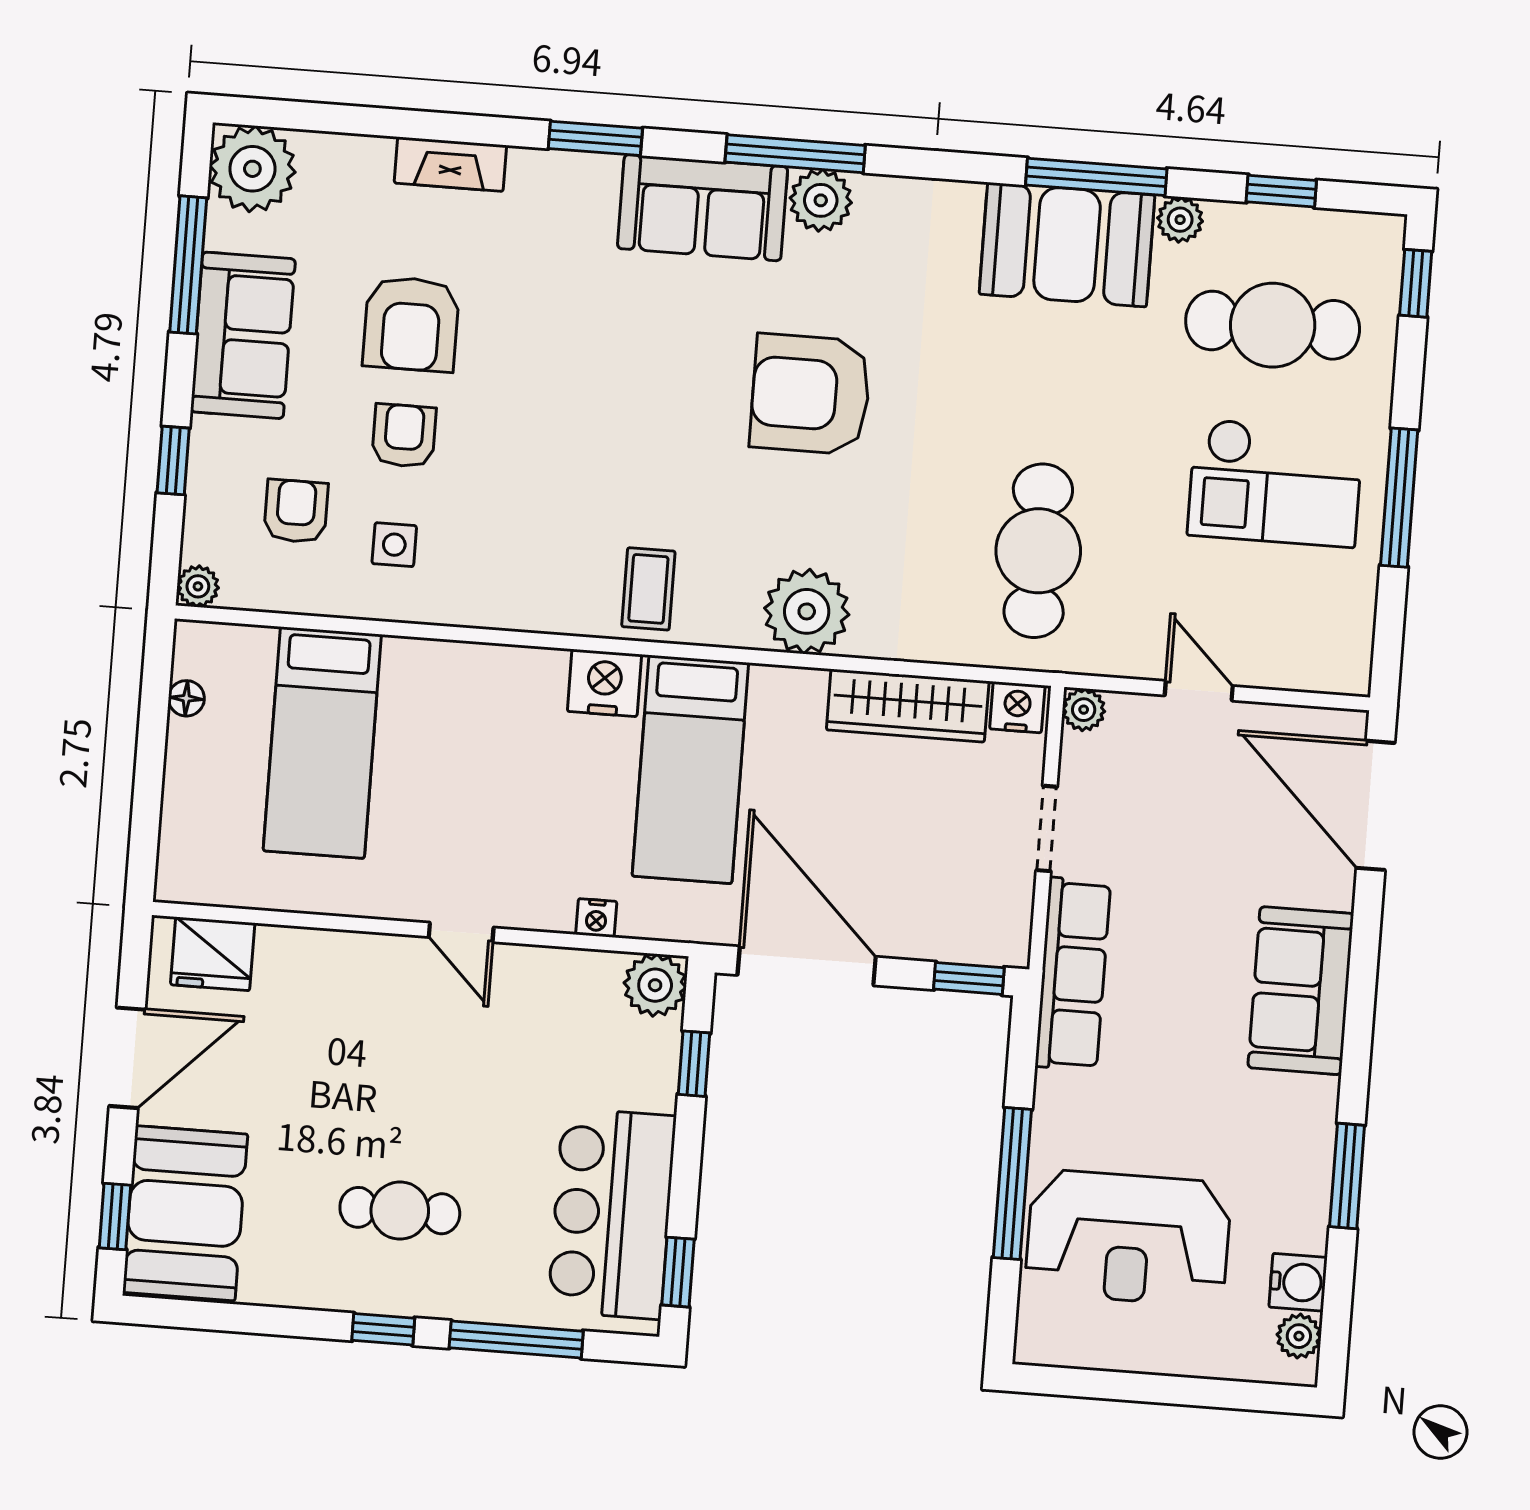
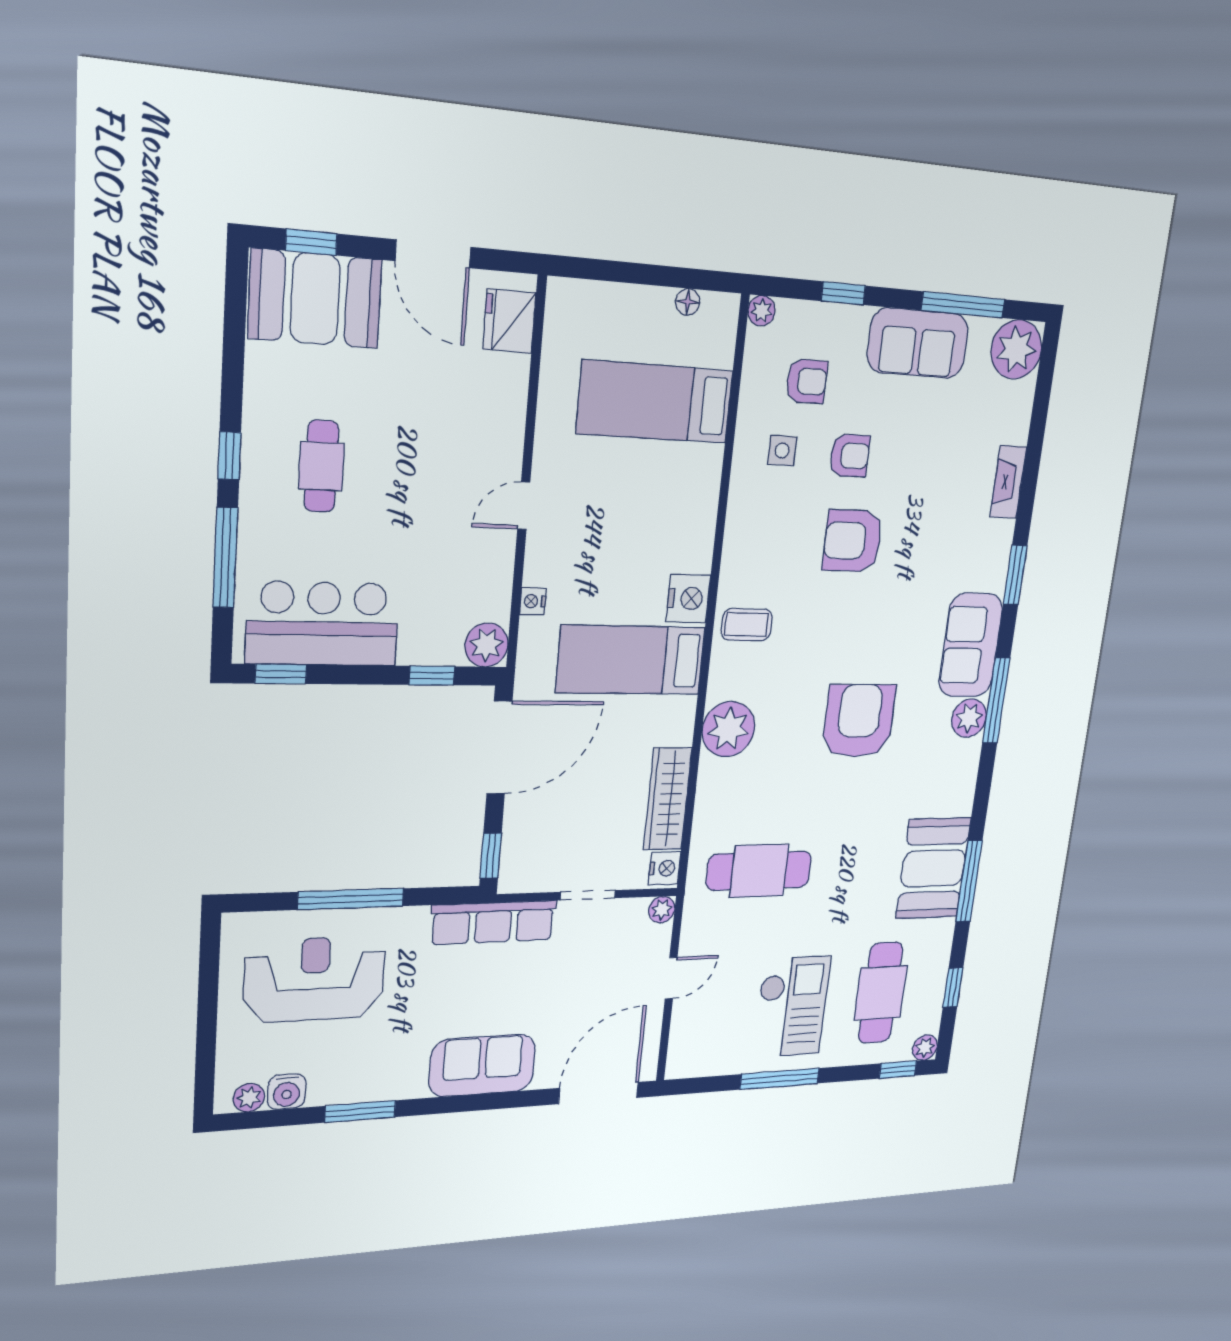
plant: (1180, 220) -> (925, 1048), moved
armchair: (411, 324) -> (853, 541), moved
checkout: (1275, 483) -> (792, 1007), turned 180
reception desk: (1128, 1238) -> (314, 979), turned 90

